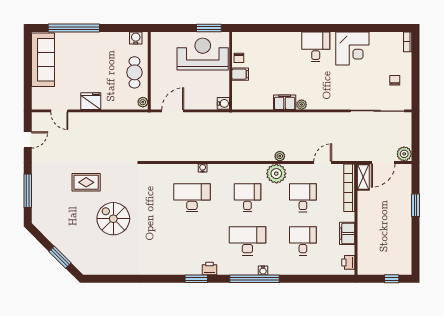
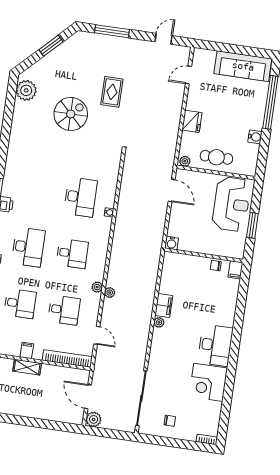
window: (209, 28) -> (252, 225), moved
water cooler: (136, 38) -> (255, 137), moved
desk: (316, 47) -> (215, 345), width x1.37
reception desk: (203, 54) -> (231, 204), moved
filing cabinet: (240, 74) -> (235, 270), moved
fridge: (91, 101) -> (192, 121), moved
door: (28, 140) -> (164, 39), swing flipped
plant: (276, 174) -> (97, 287), width x0.53, depth x0.53
shelving: (363, 177) -> (27, 367), moved
window: (415, 205) -> (40, 423), removed
filing cabinet: (347, 233) -> (27, 350), width x0.50
window: (60, 257) -> (51, 46), moved
plant: (97, 265) -> (26, 90), added

